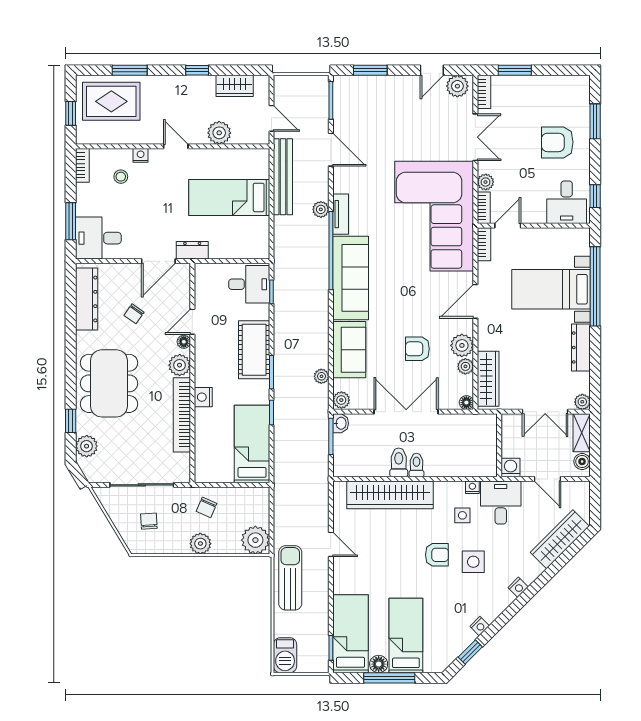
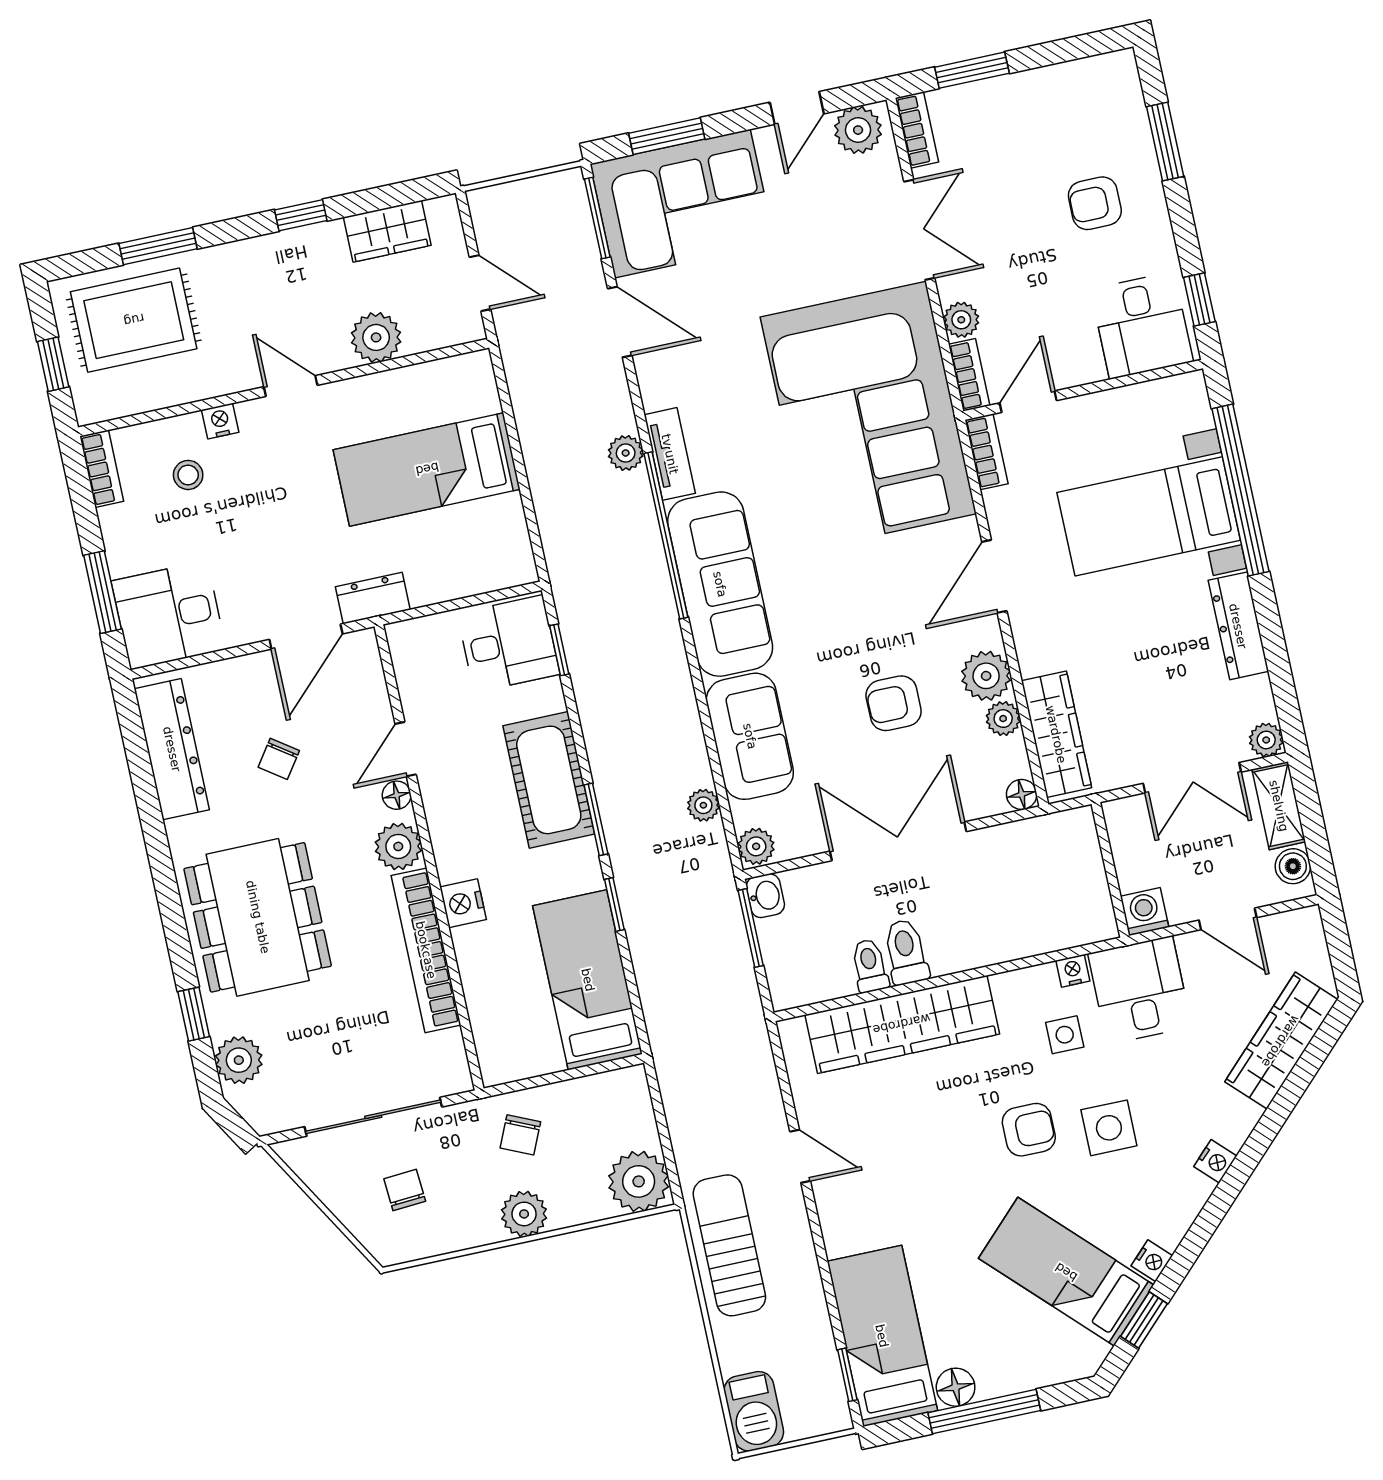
corner sofa: (371, 102) -> (682, 204), added
armchair: (557, 142) -> (1095, 203), width x0.72, depth x0.72
bench: (283, 177) -> (531, 401), removed
toilet: (416, 465) -> (870, 966), moved
bed: (406, 635) -> (1066, 1272), moved, turned -45

